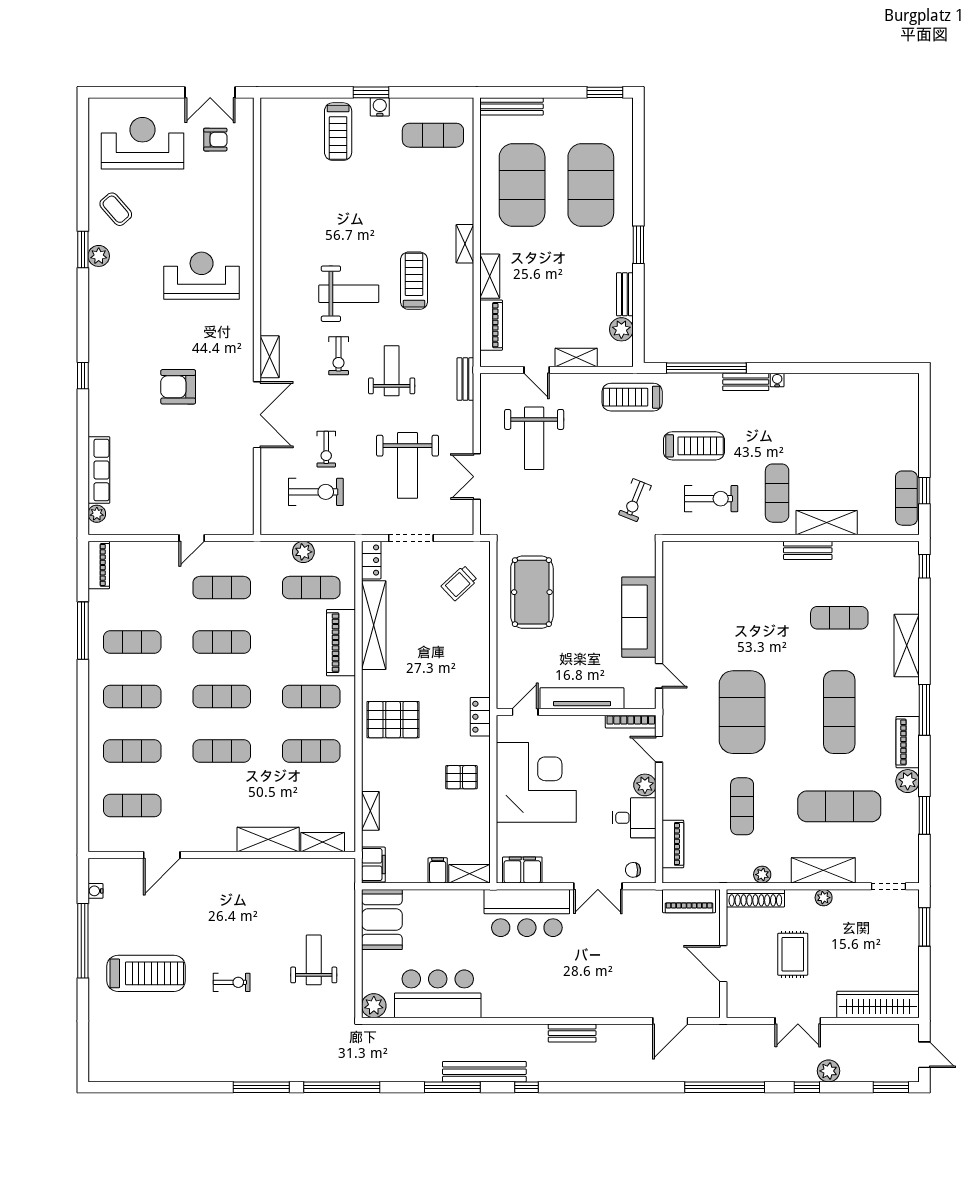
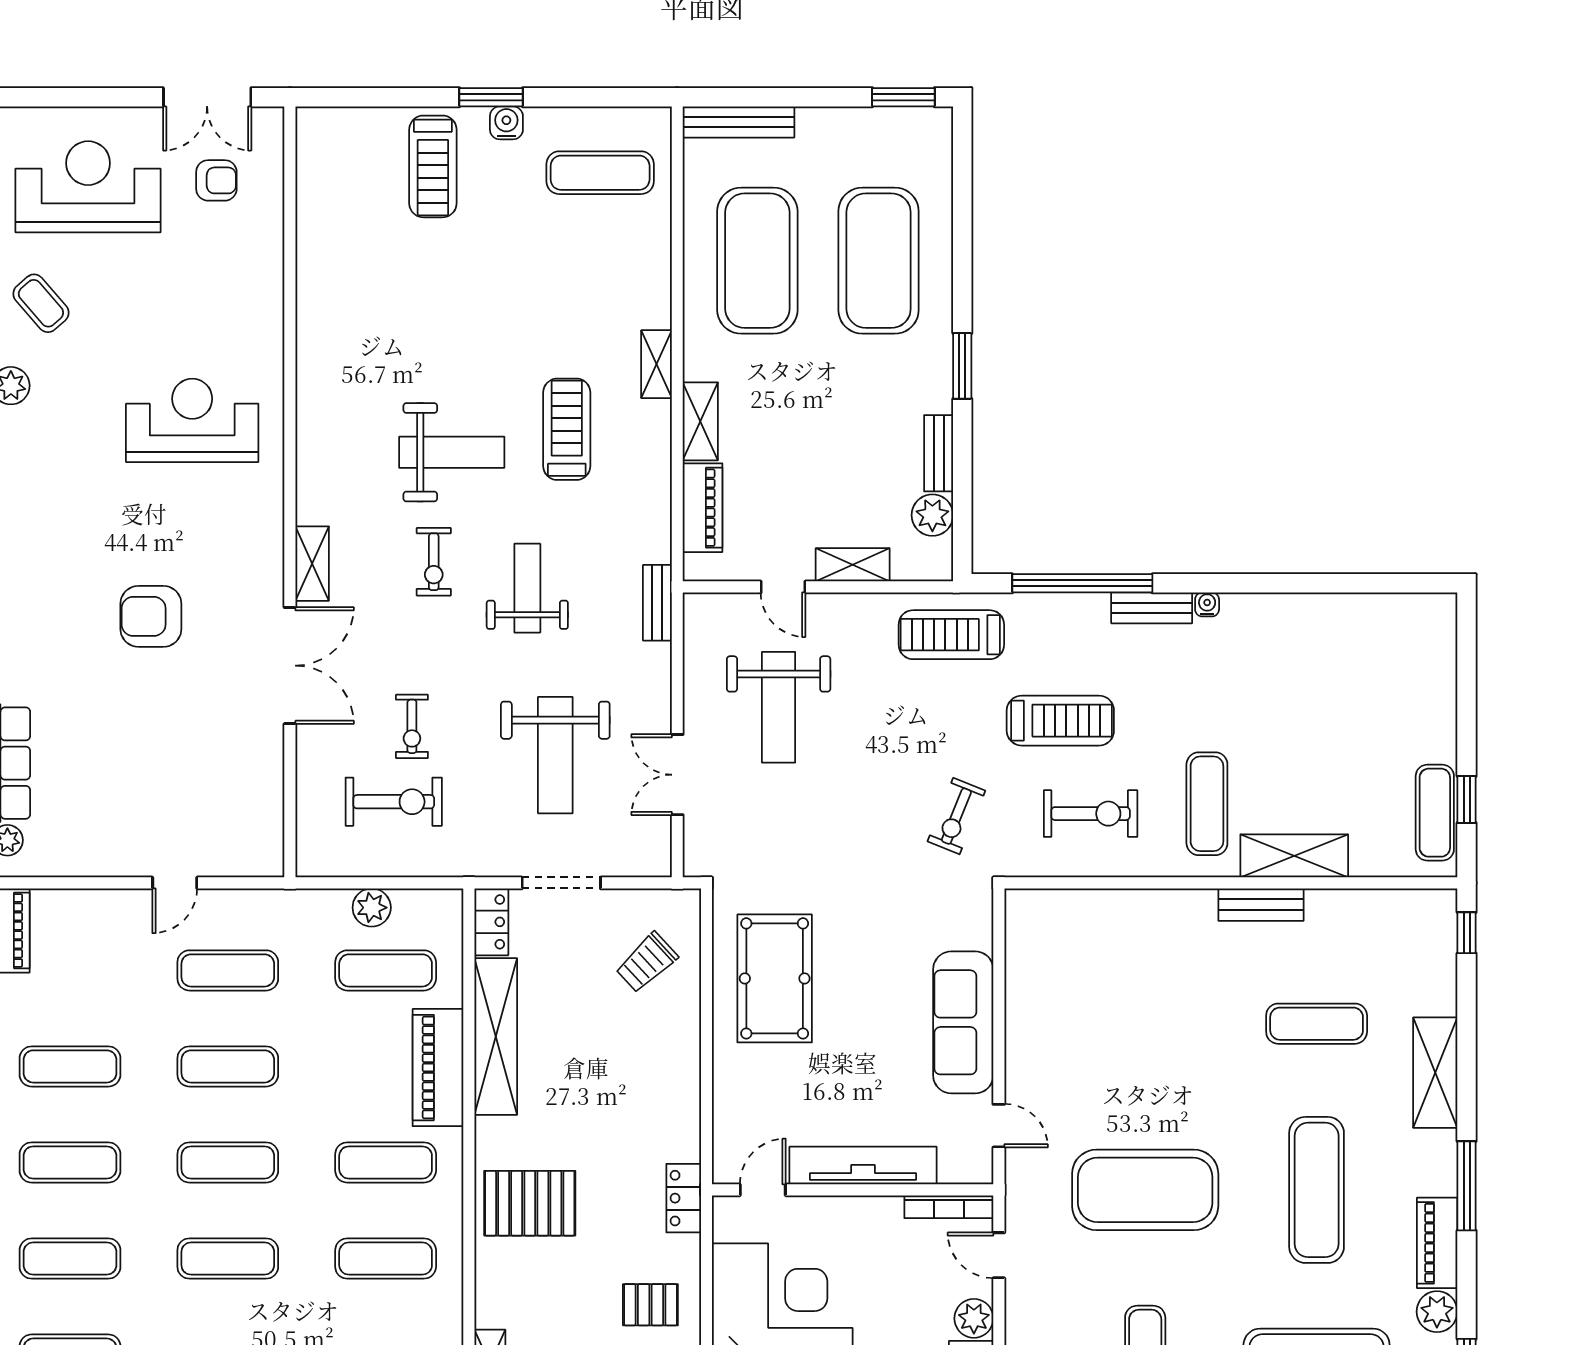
exercise mat: (742, 712) -> (1145, 1190), turned 90

